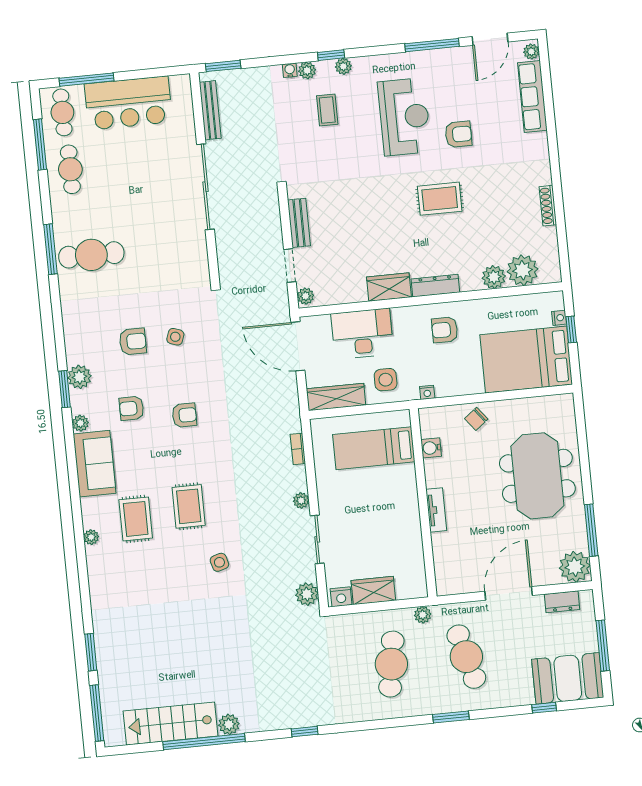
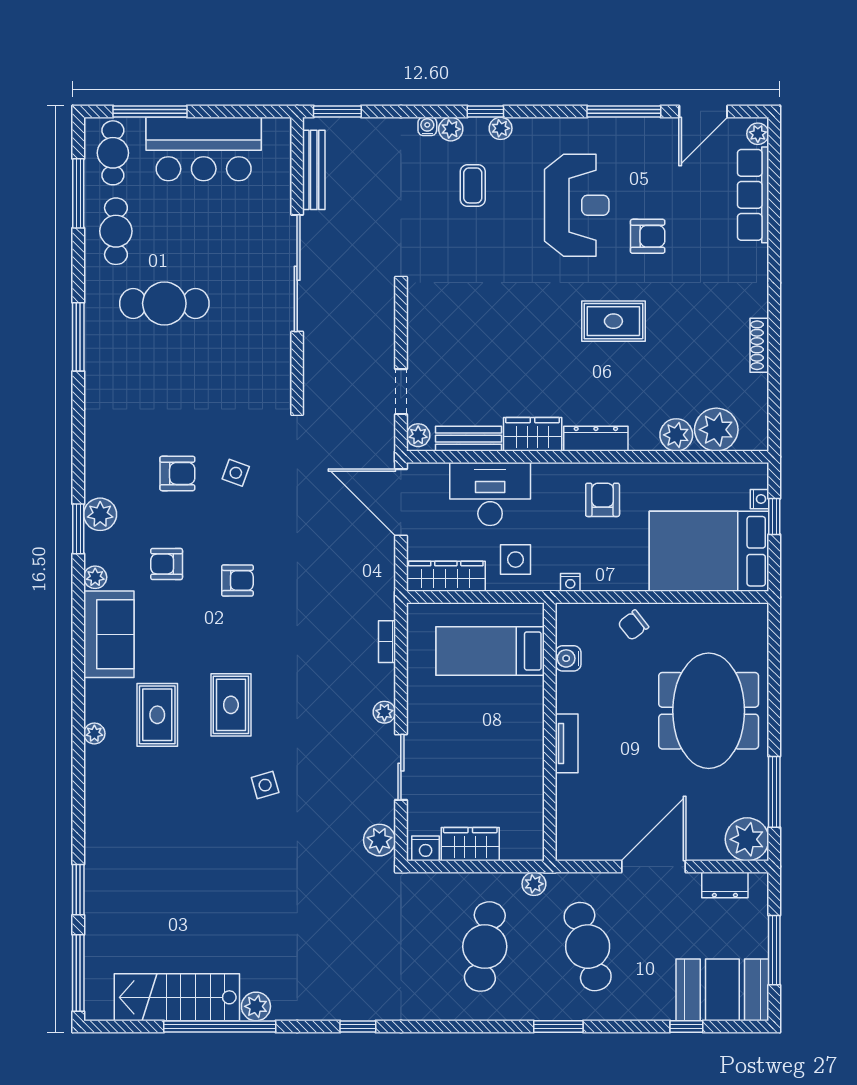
bench: (299, 223) -> (468, 439), moved, turned 90
cafe table: (91, 255) -> (164, 303), moved
armchair: (445, 330) -> (603, 500), turned 90

